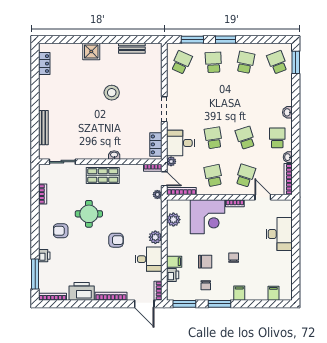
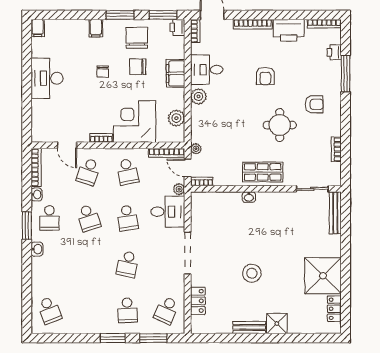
bench: (132, 48) -> (249, 328), moved
school desk: (245, 62) -> (127, 264), moved
window: (296, 62) -> (27, 226), moved
shower: (53, 91) -> (323, 276), added
doorway: (164, 109) -> (188, 253), width x1.36
bench: (43, 128) -> (335, 213), moved
locker: (156, 144) -> (198, 301), moved
desk: (279, 234) -> (47, 78), moved
armchair: (116, 240) -> (265, 76), moved, turned -90
printer: (44, 256) -> (334, 52), moved
filing cabinet: (174, 262) -> (176, 73), width x2.00
window: (35, 274) -> (346, 74), moved
printer: (173, 275) -> (177, 27), moved
chair: (206, 285) -> (137, 38), width x1.87, depth x1.87
filing cabinet: (273, 293) -> (38, 28), moved

